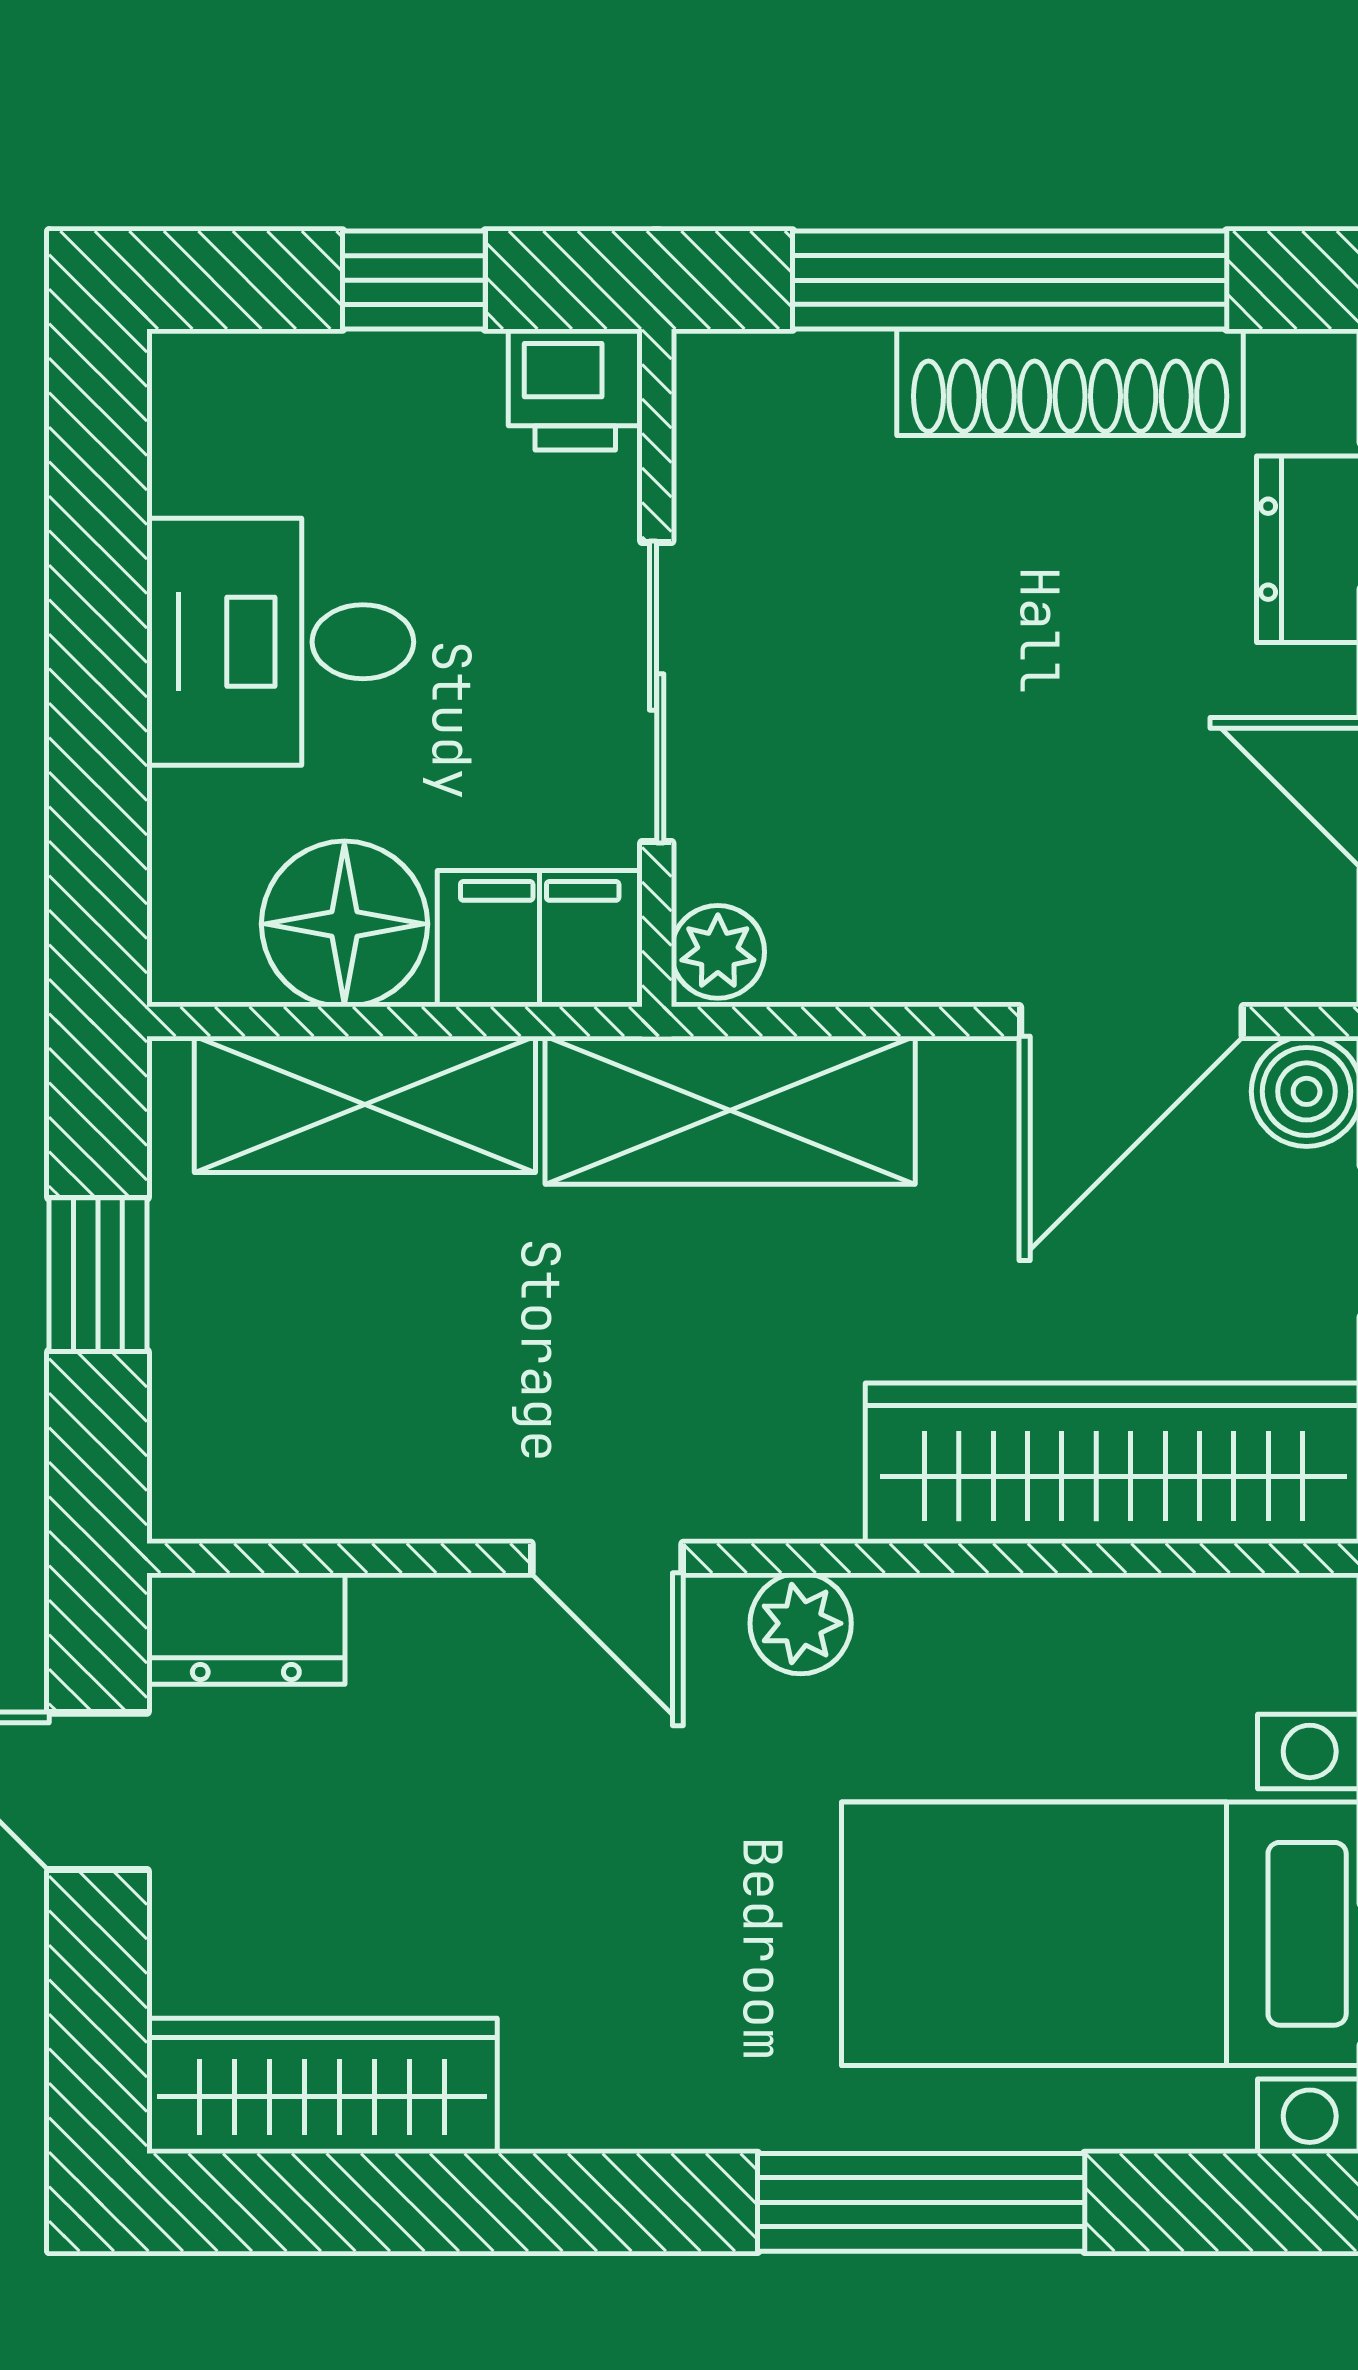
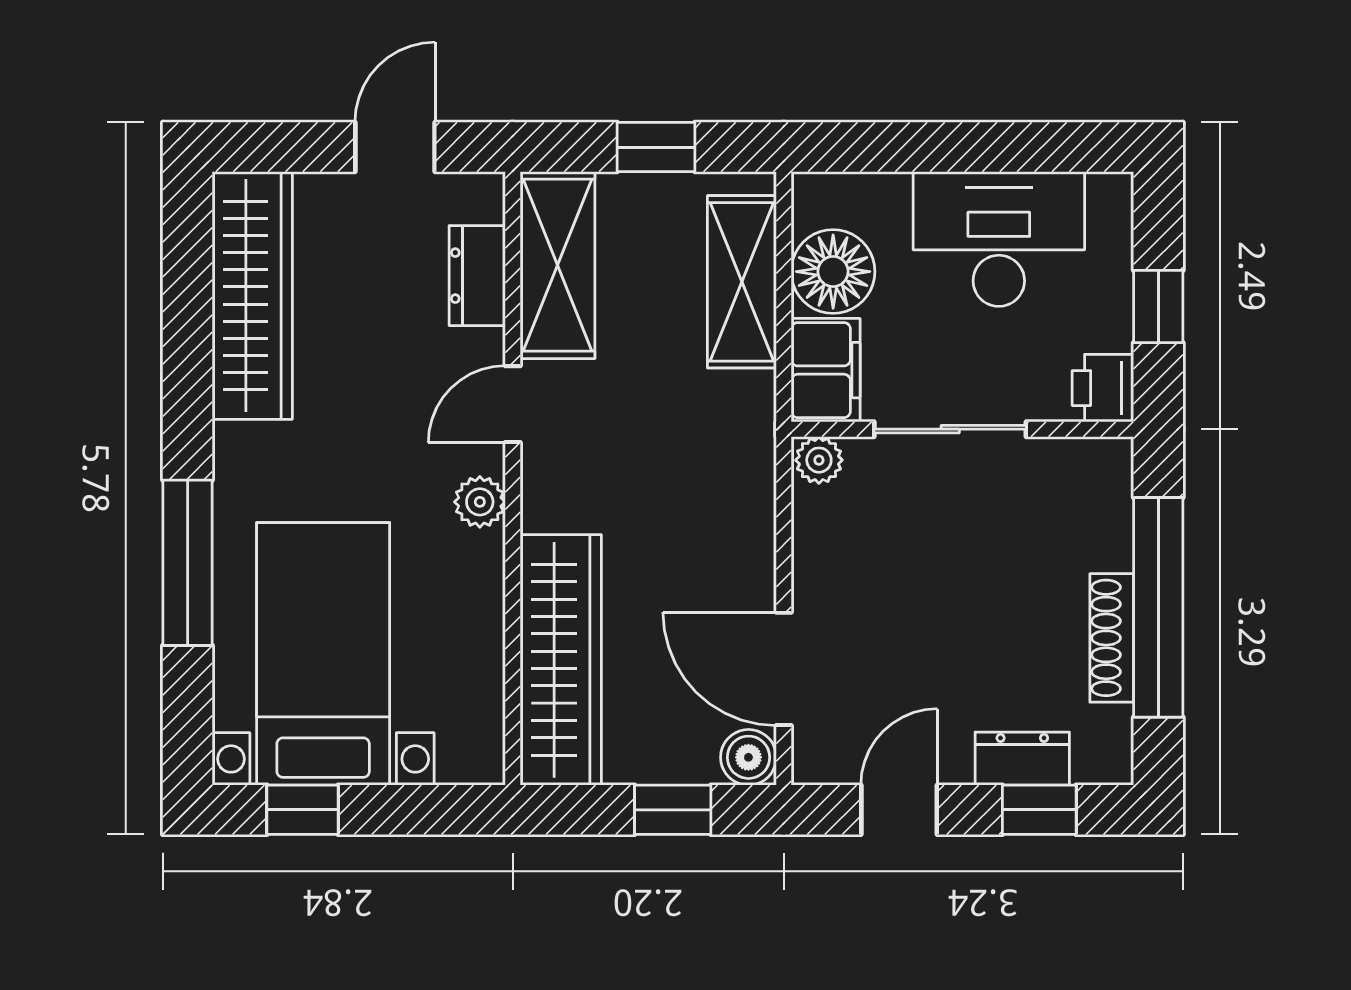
shoe rack: (1070, 382) -> (1112, 638), width x0.74, depth x0.81
desk: (280, 642) -> (999, 239), width x1.37
shelving: (730, 1110) -> (557, 265), moved
dresser: (246, 1629) -> (477, 276), moved
wardrobe: (322, 2086) -> (252, 296), width x1.40, depth x1.17

